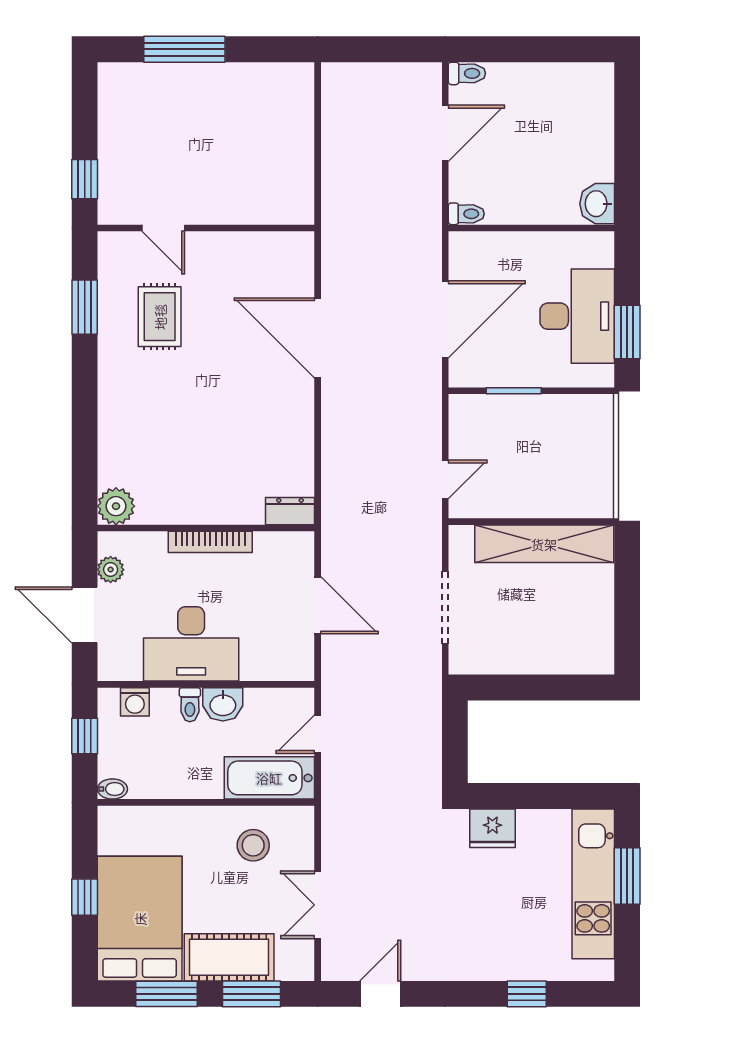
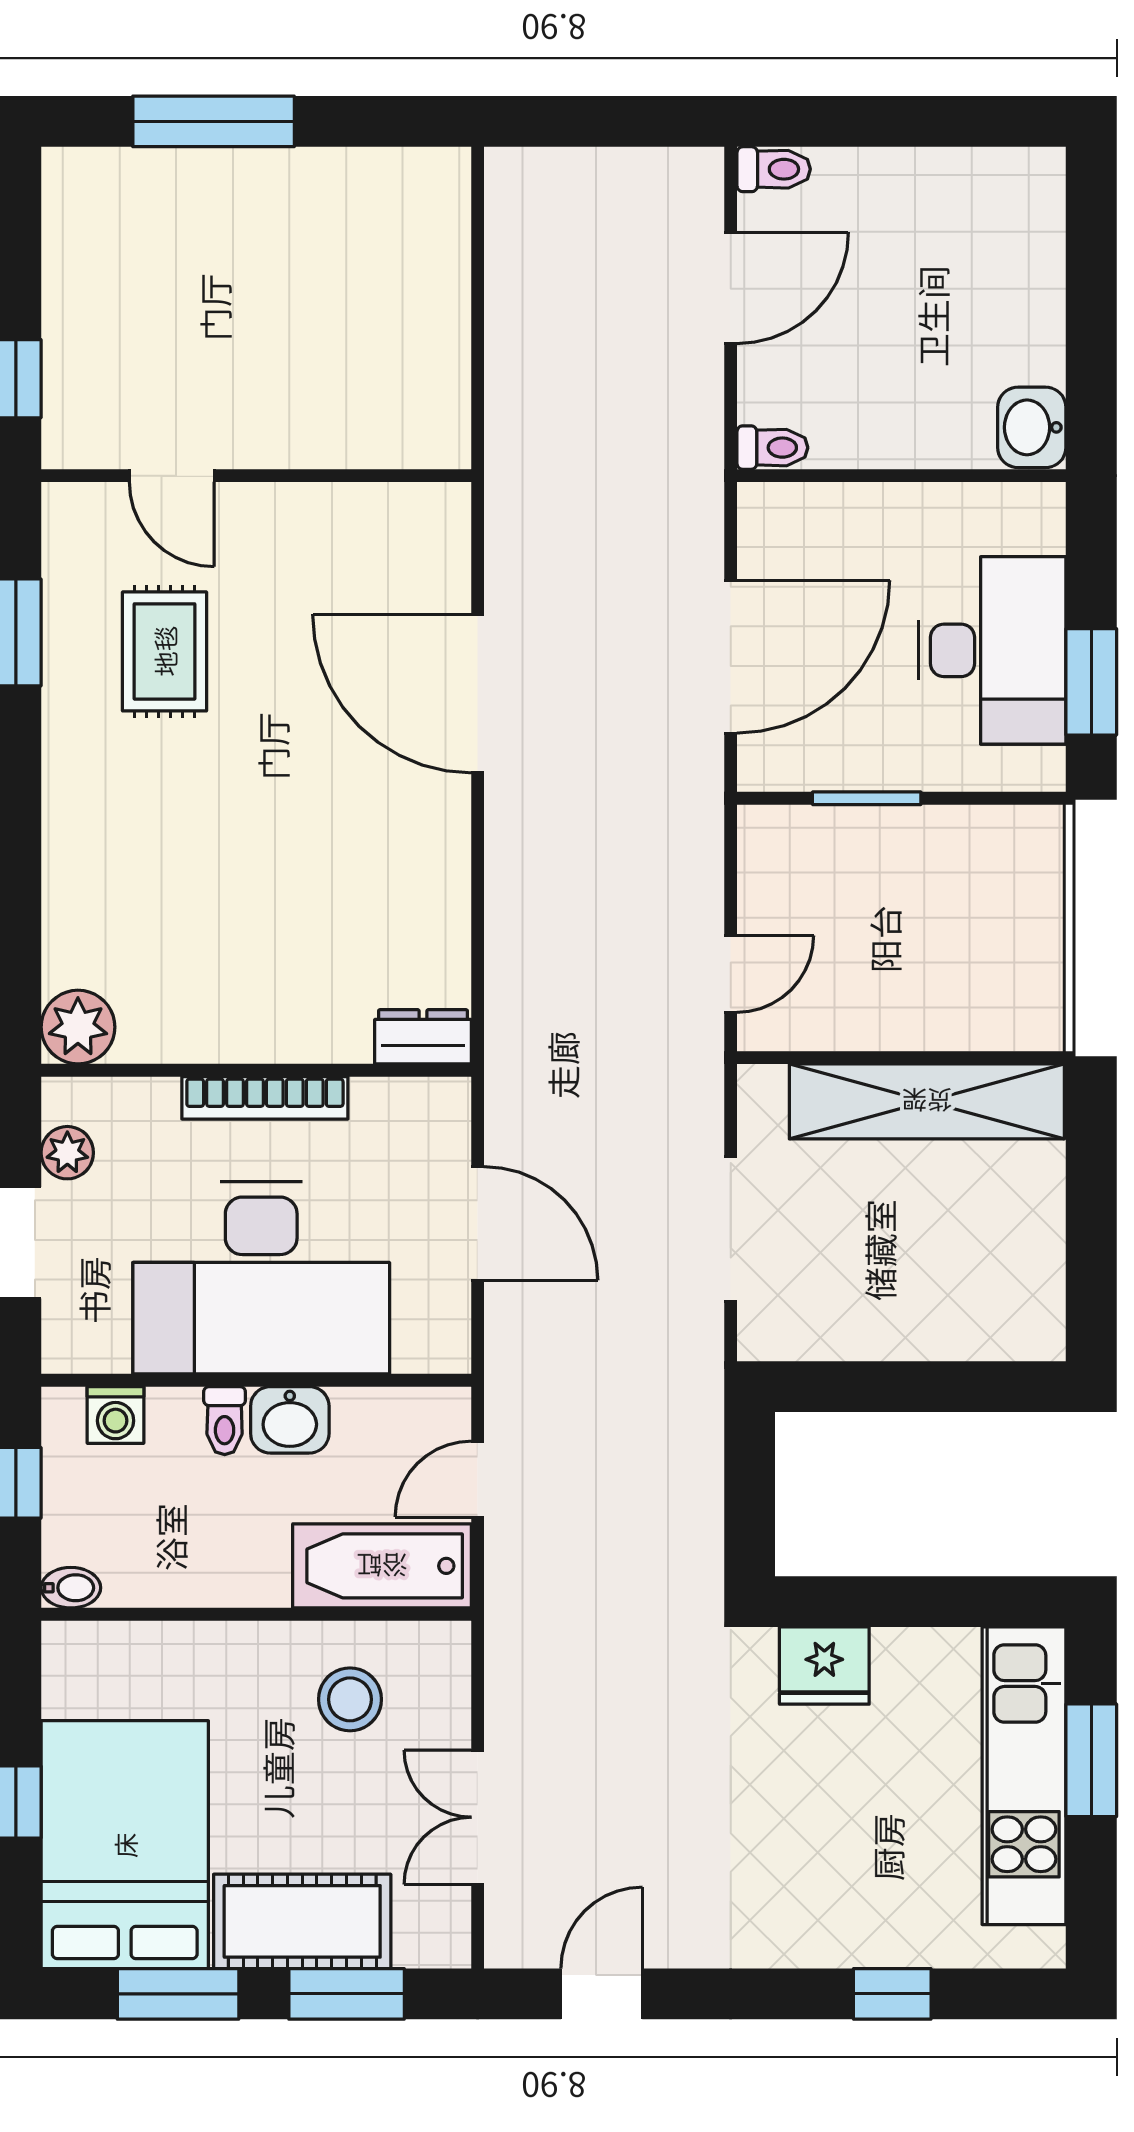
desk: (191, 644) -> (261, 1278), width x1.36, depth x1.30

